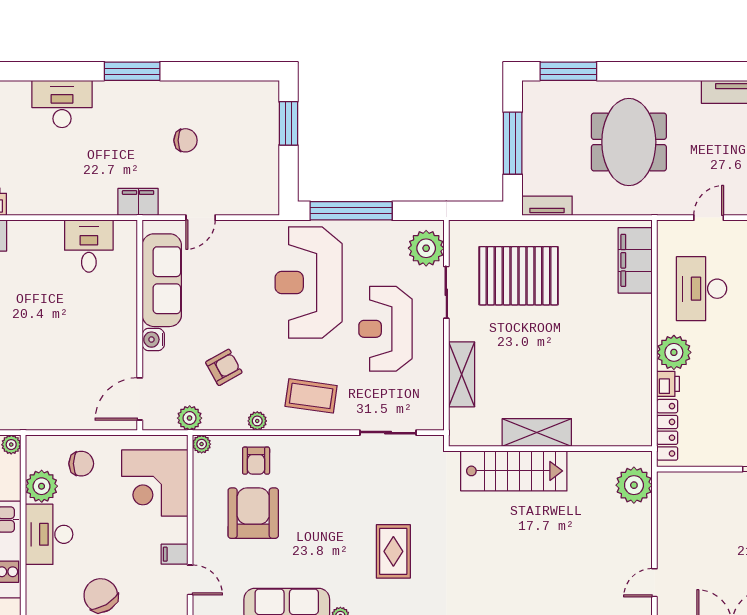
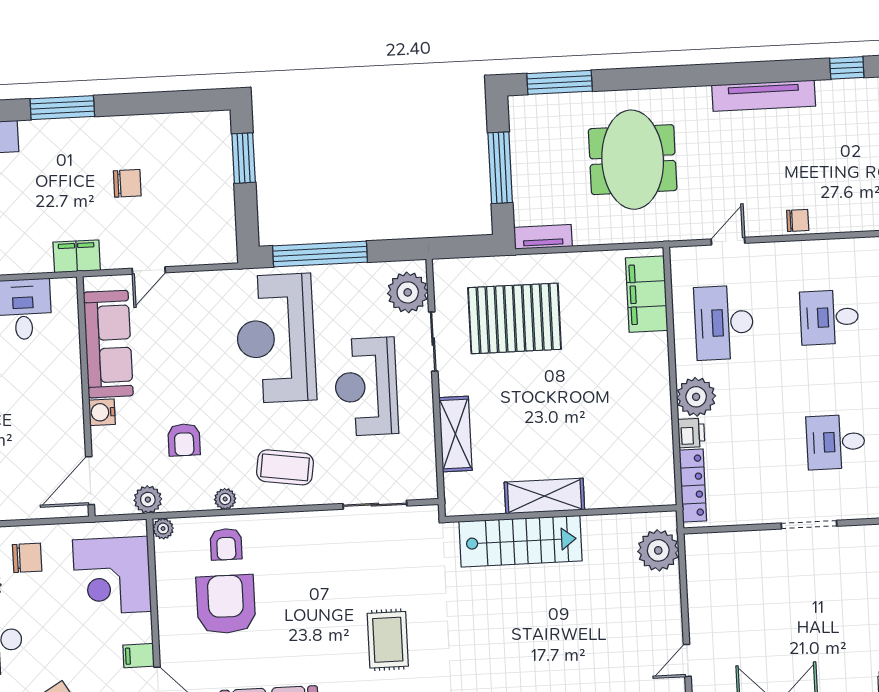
armchair: (224, 367) -> (184, 440), turned 119

